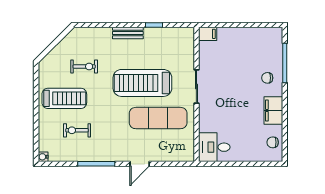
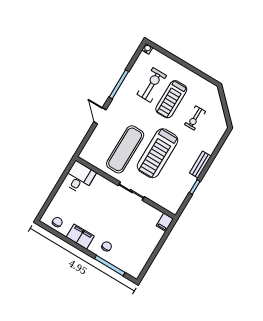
treadmill: (142, 83) -> (158, 153), turned 180
treadmill: (64, 98) -> (171, 99), moved
exercise bike: (77, 130) -> (152, 85), width x1.38, depth x1.39

